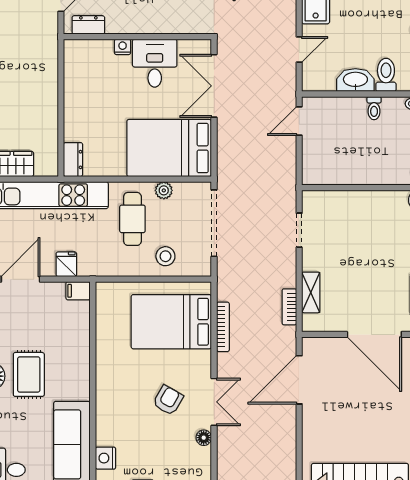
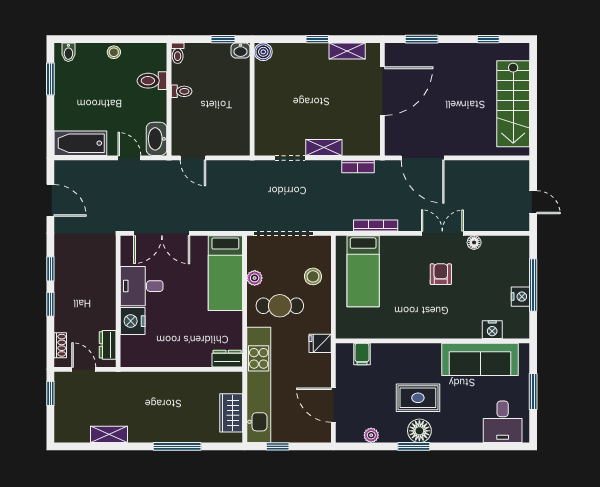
nightstand: (123, 47) -> (133, 321), width x1.89, depth x1.79
washbasin: (355, 80) -> (157, 139), moved
bed: (169, 148) -> (225, 273), width x0.67
fridge: (66, 264) -> (320, 343), moved
filing cabinet: (78, 291) -> (362, 354), moved
shelving: (311, 292) -> (324, 147), moved
bed: (171, 322) -> (363, 271), width x0.67
armchair: (168, 400) -> (441, 274), turned 60

